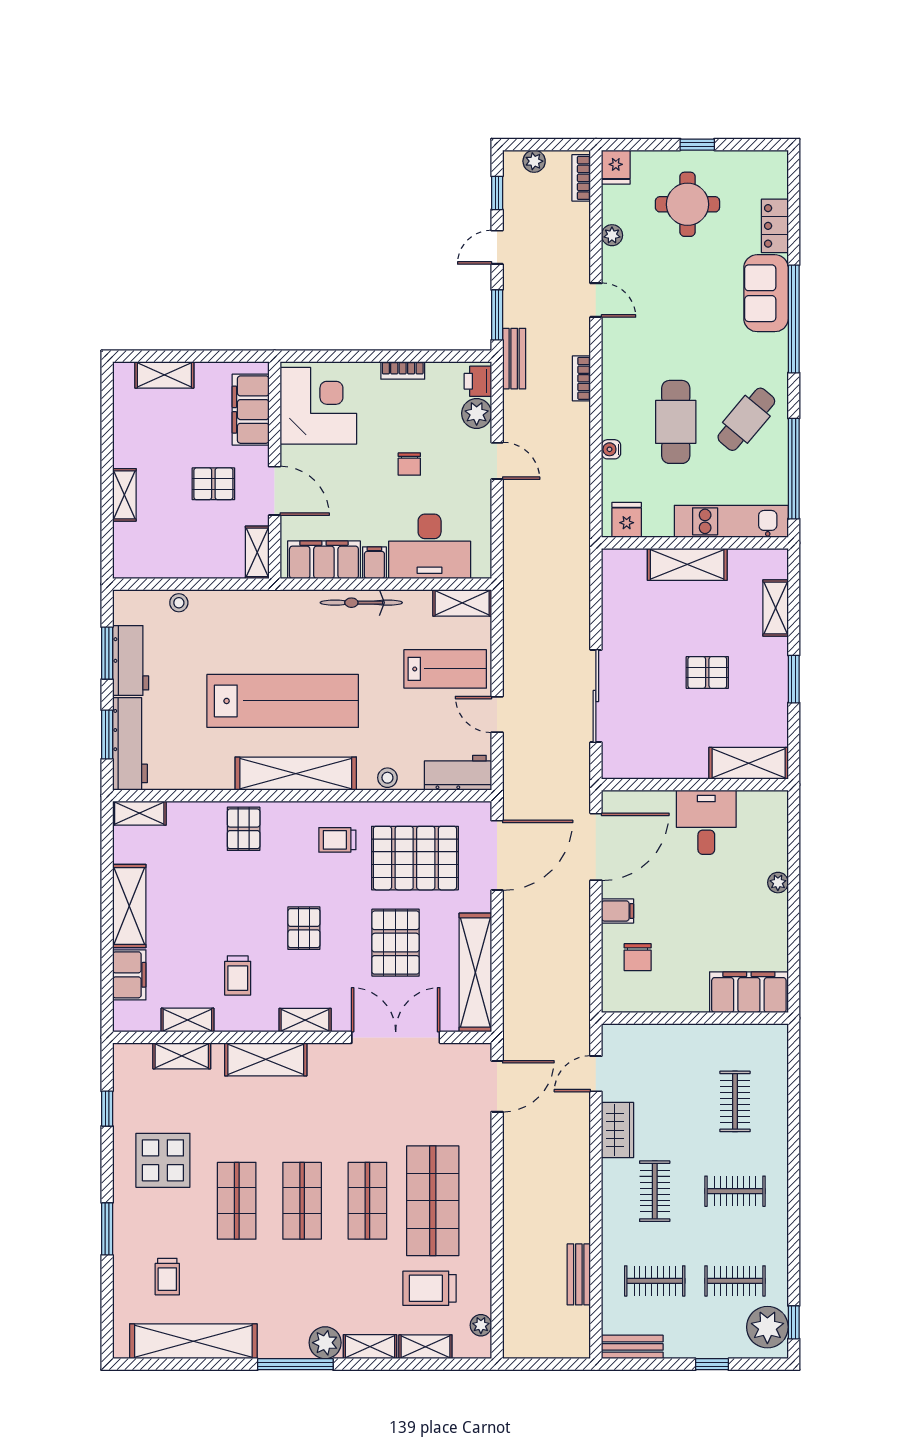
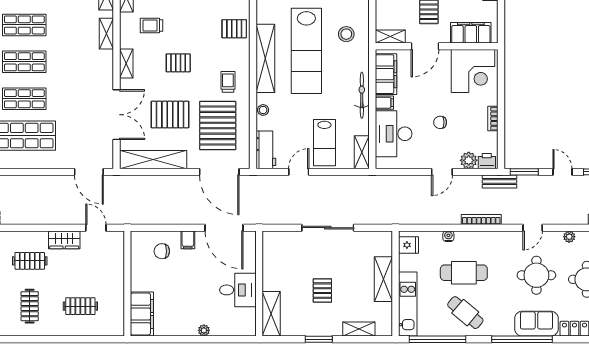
round table: (680, 293) -> (536, 275), added
bookcase: (581, 378) -> (481, 219), width x1.56
stool: (253, 630) -> (346, 34), added
sliding door: (596, 696) -> (328, 228), moved
shelving: (266, 1059) -> (106, 34), width x0.67, depth x0.75

